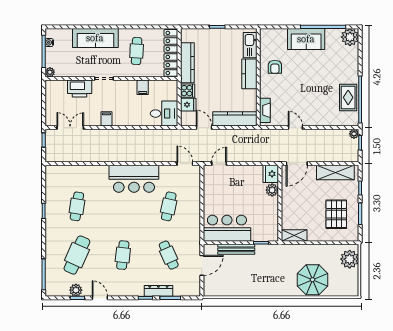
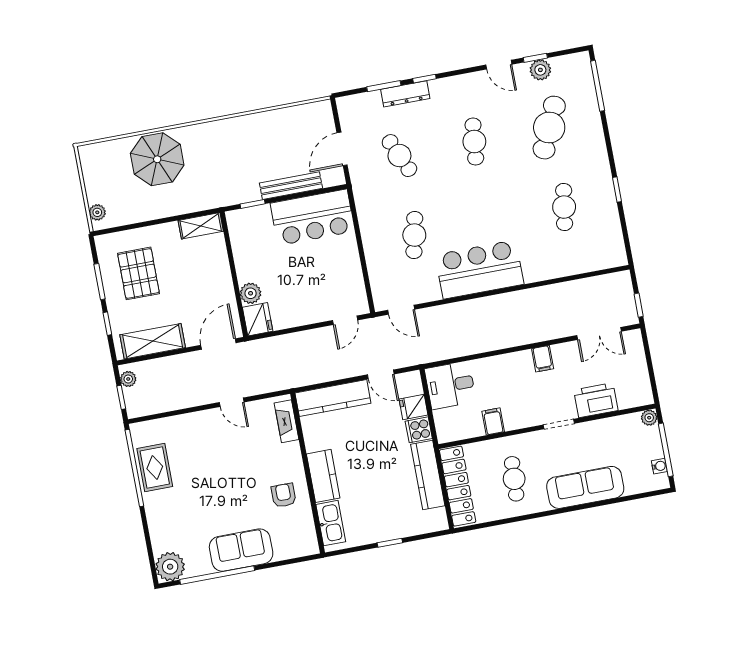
plant: (354, 134) -> (128, 379), moved
plant: (350, 259) -> (97, 212), width x0.53, depth x0.53

